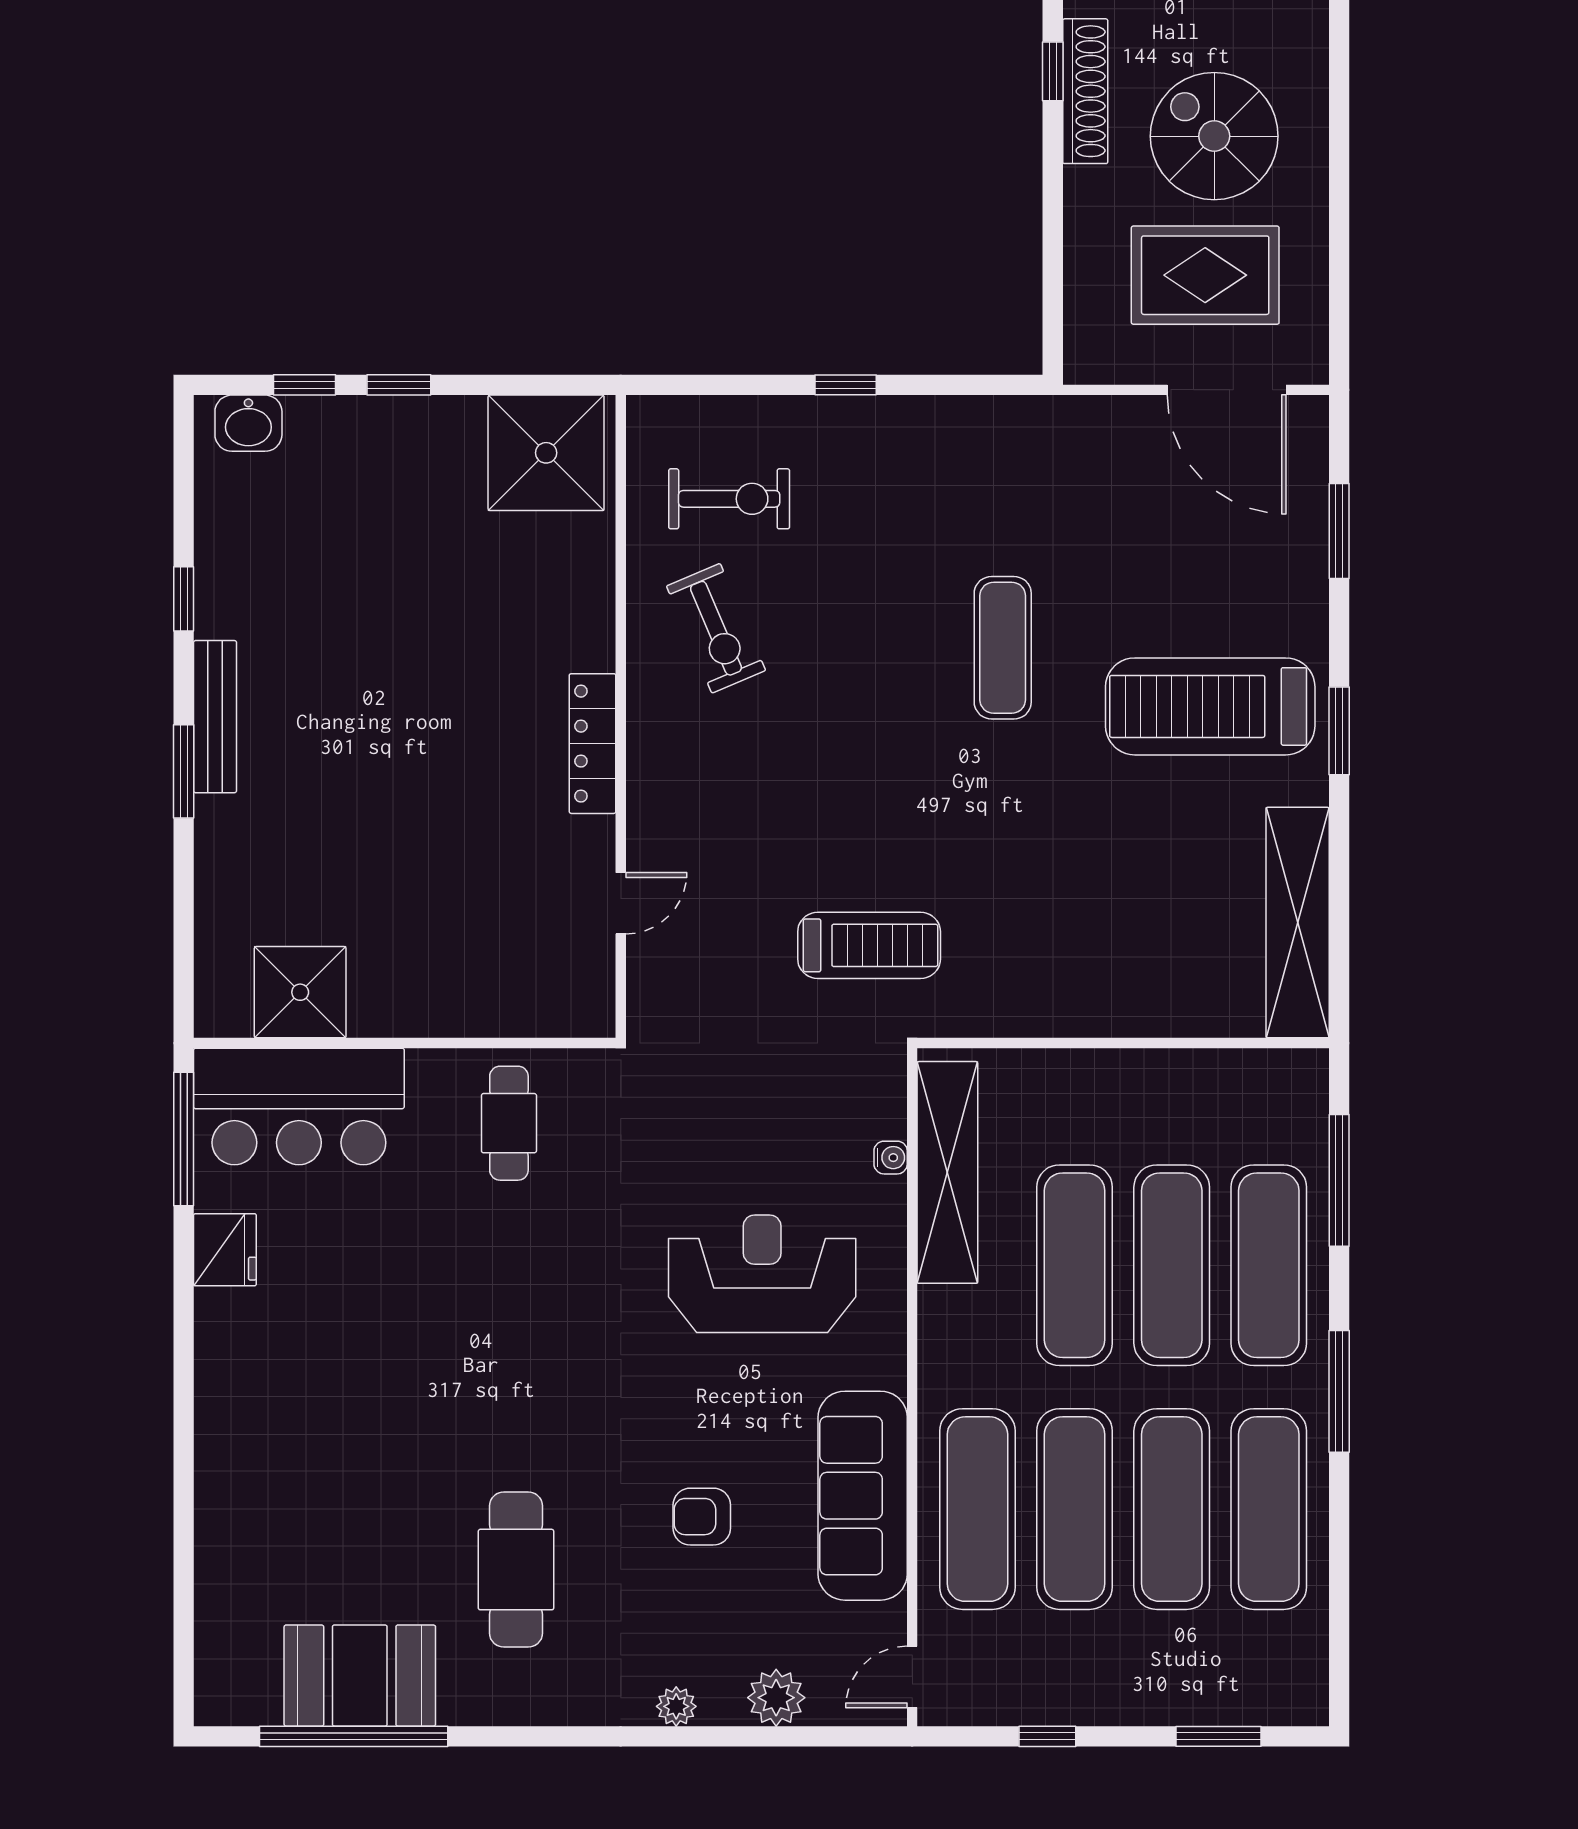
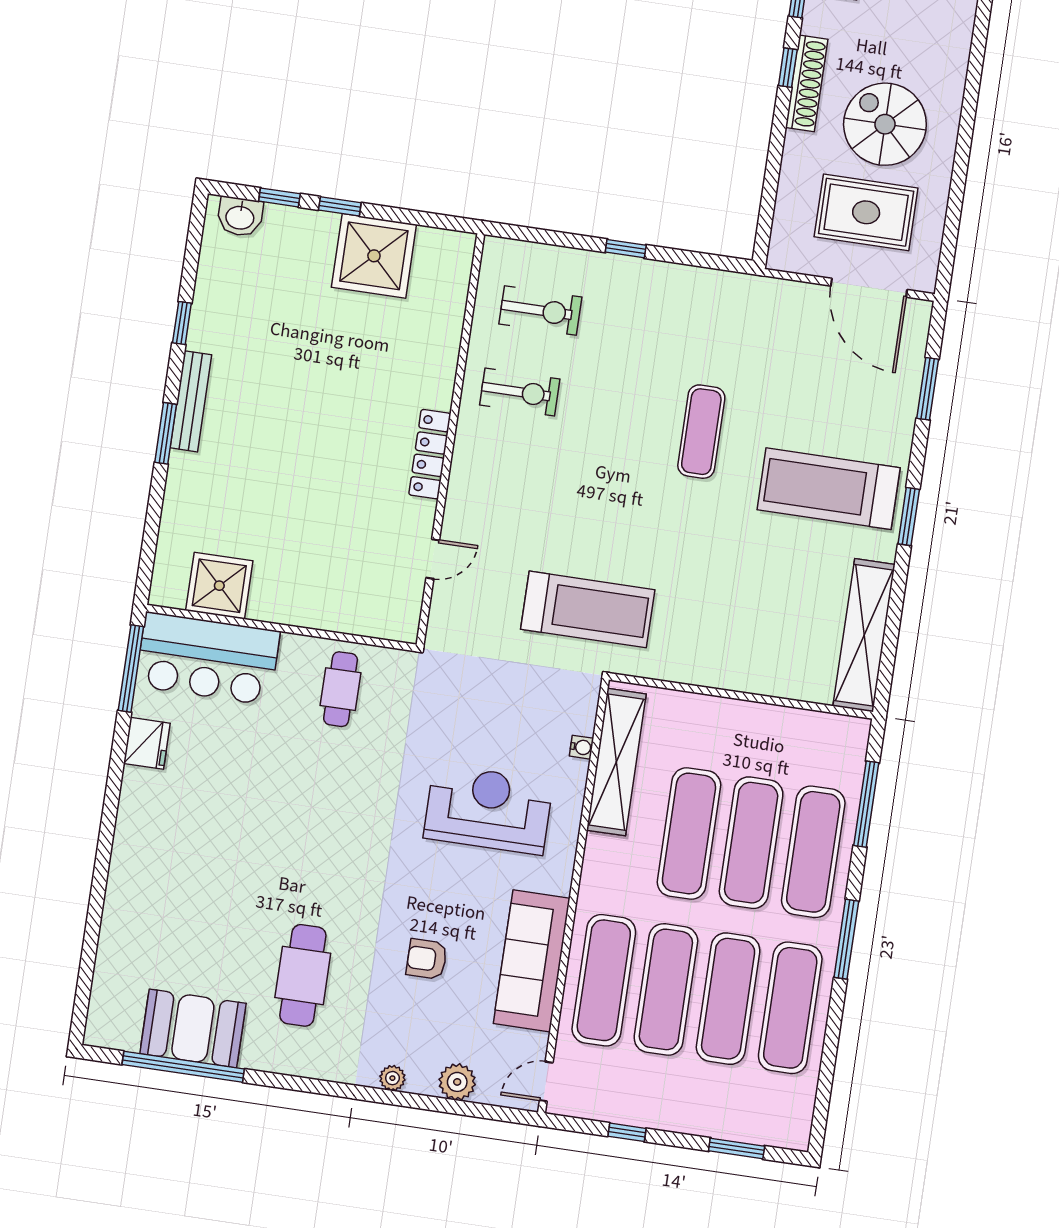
shower: (546, 453) -> (374, 256), moved
exercise bike: (716, 628) -> (520, 392), turned -67
treadmill: (869, 945) -> (588, 609), width x1.37, depth x1.38

